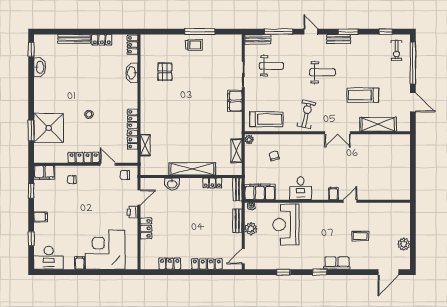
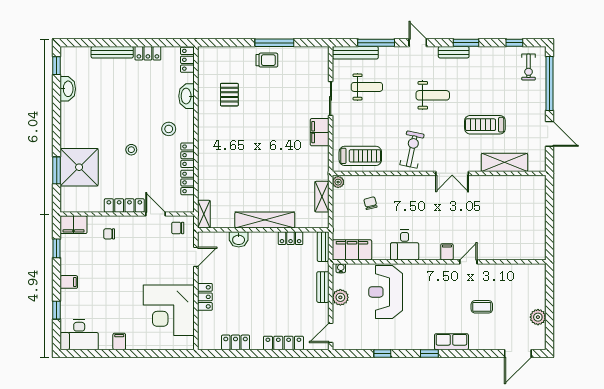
bench: (258, 39) -> (355, 53), width x1.36
stool: (118, 98) -> (169, 129), added
shelving: (145, 145) -> (204, 214), moved
printer: (132, 212) -> (187, 276), removed
corner desk: (105, 250) -> (169, 310), moved, turned -90

